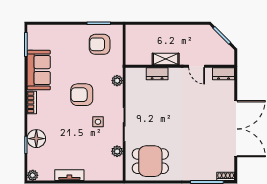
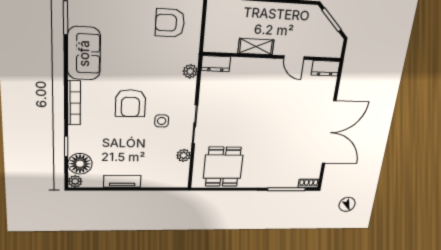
dresser: (157, 74) -> (216, 64), moved
armchair: (82, 95) -> (130, 103), moved, turned -90
bookcase: (32, 102) -> (74, 103), width x1.56
floor lamp: (36, 139) -> (80, 164), moved
dining table: (150, 161) -> (223, 167), turned 90

